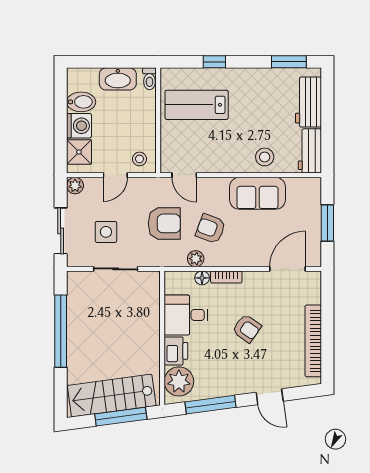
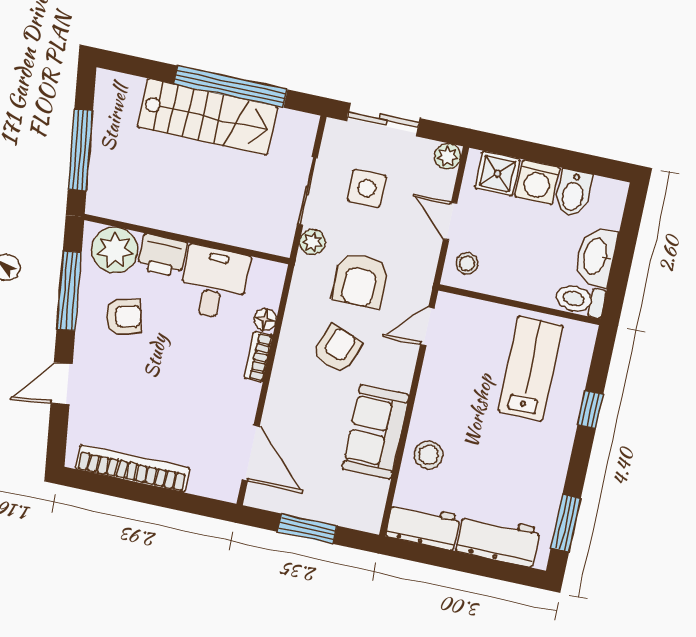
toilet: (149, 79) -> (580, 300), width x1.37, depth x1.39
plant: (196, 259) -> (312, 242), moved
armchair: (247, 328) -> (123, 316), moved, turned -139
stairs: (112, 396) -> (207, 117), moved, turned 98

